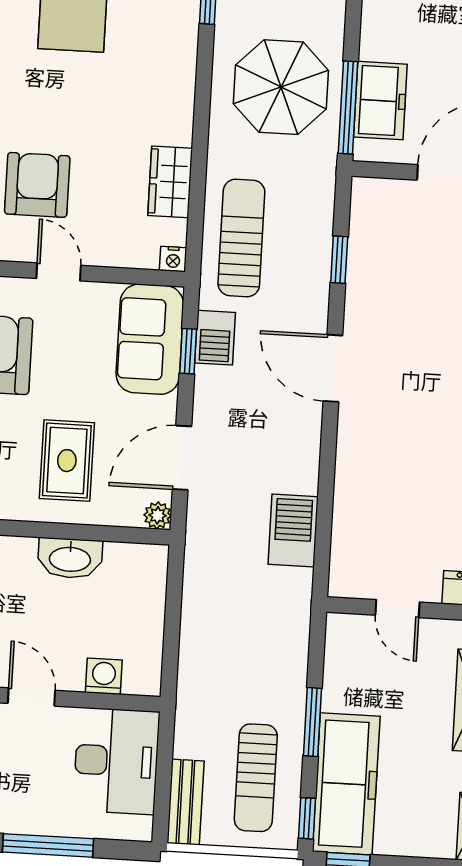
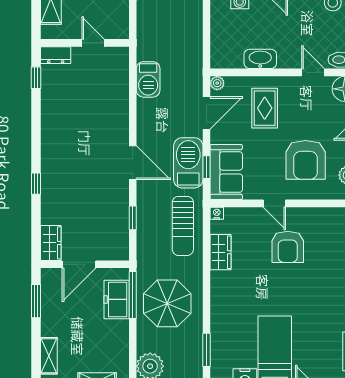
barbecue: (215, 338) -> (188, 163), width x1.88, depth x1.53

